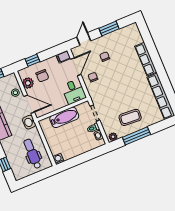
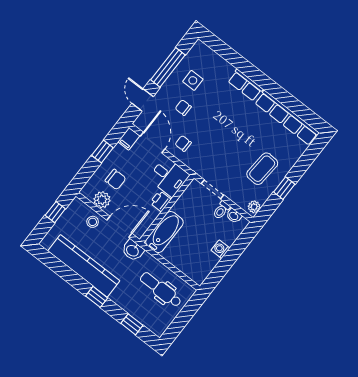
window: (109, 29) -> (168, 67), width x1.44
side table: (119, 44) -> (193, 80), added
row of seats: (146, 59) -> (245, 85), width x0.68
window: (32, 60) -> (102, 151), moved
printer: (61, 103) -> (160, 201), added
bathtub: (64, 117) -> (164, 232), moved
window: (136, 136) -> (284, 188), width x0.46
washing machine: (58, 159) -> (220, 249), moved

